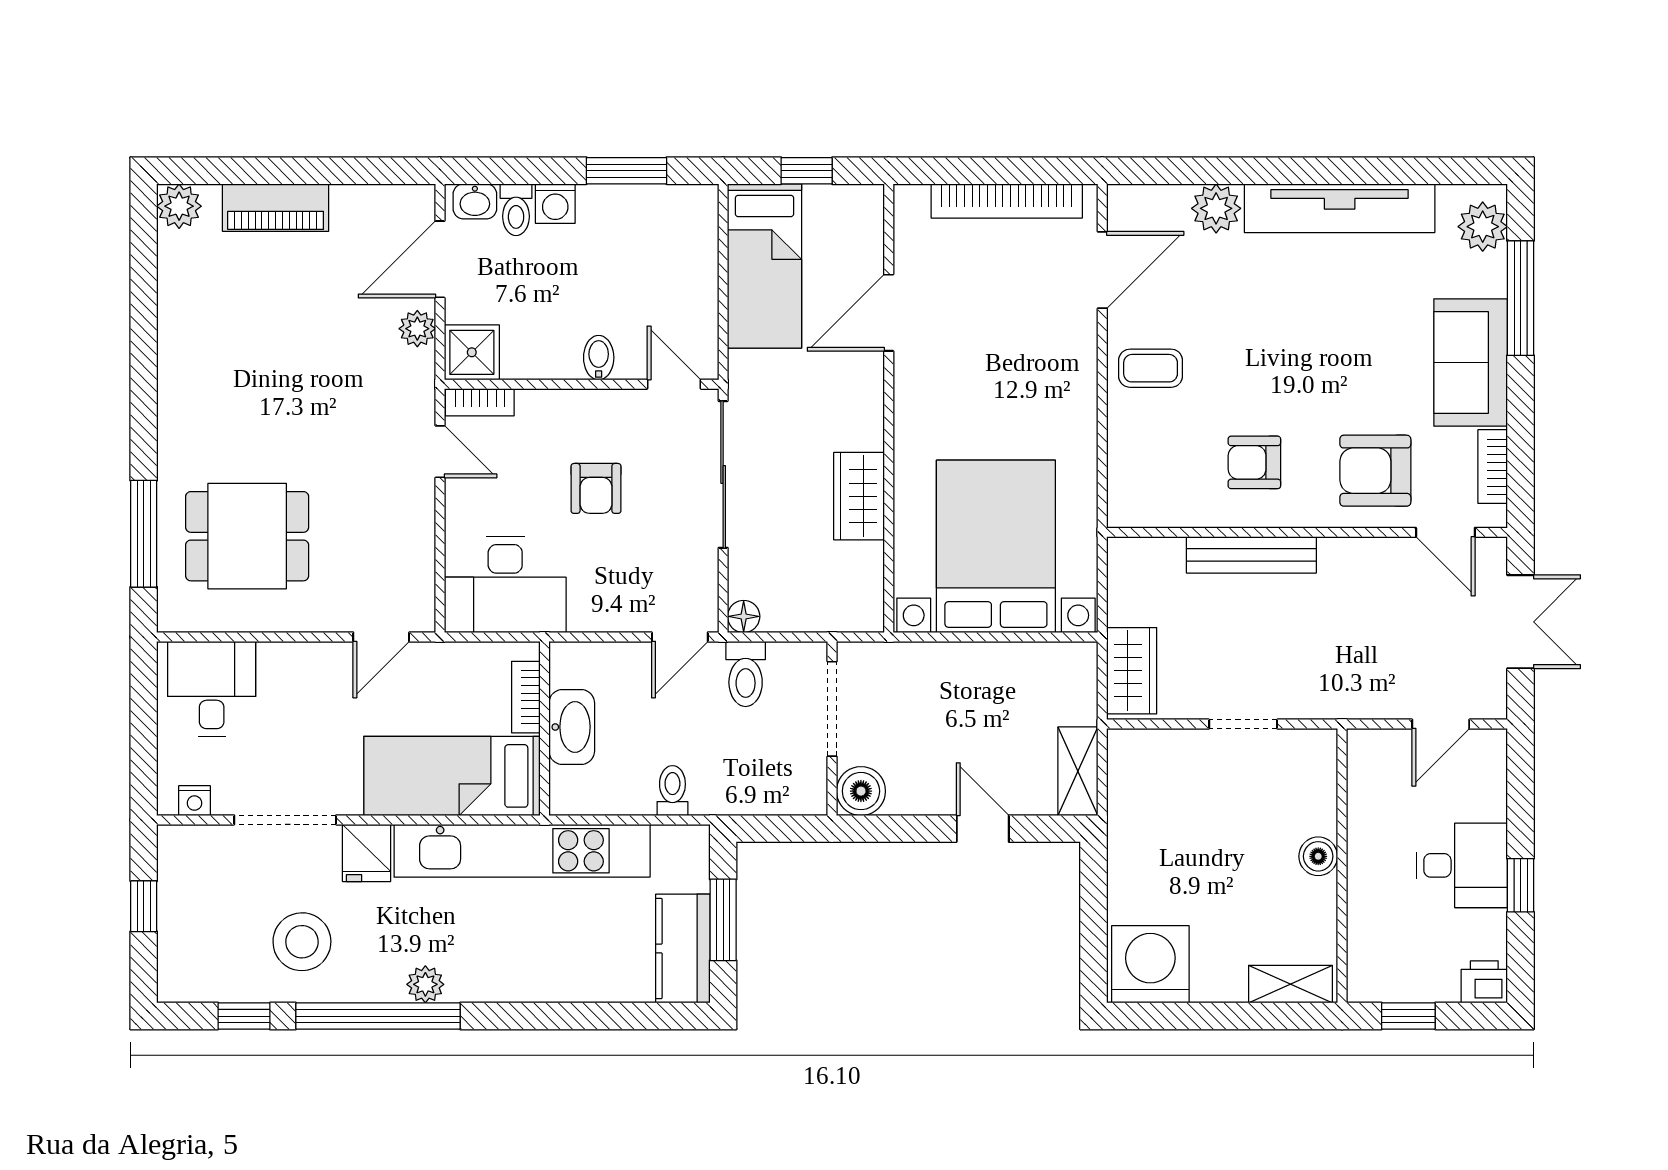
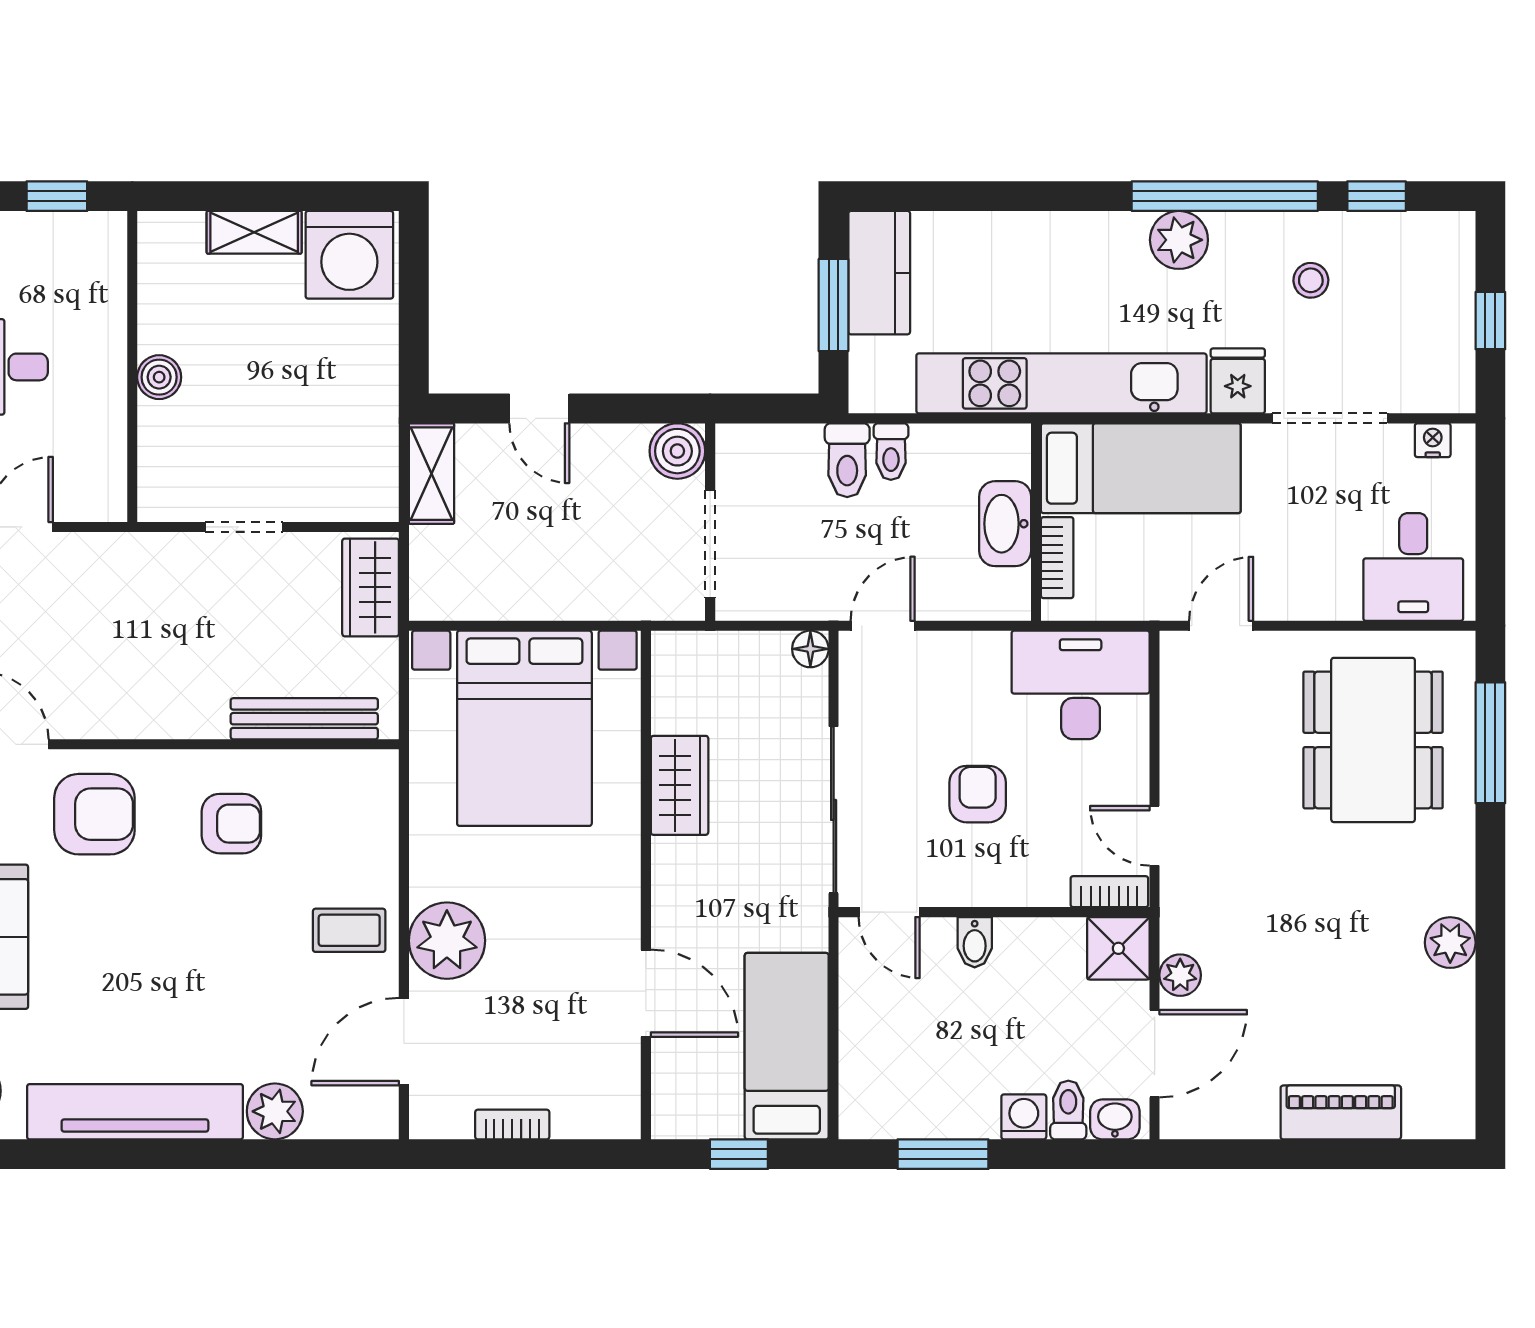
bookcase: (1007, 201) -> (512, 1125), width x0.43, depth x0.76
plant: (179, 206) -> (1450, 943), moved
door: (889, 313) -> (646, 993), hinge flipped
plant: (1064, 359) -> (447, 941), added
dining table: (247, 536) -> (1373, 740), width x1.38
bench: (1251, 555) -> (304, 719), moved
toilet: (746, 674) -> (847, 460), moved, turned 180
stool: (302, 942) -> (1311, 280), width x0.53, depth x0.53
plant: (425, 984) -> (1179, 240), width x1.38, depth x1.38
shelving: (1290, 984) -> (254, 232), moved

